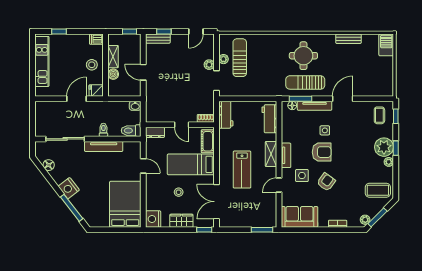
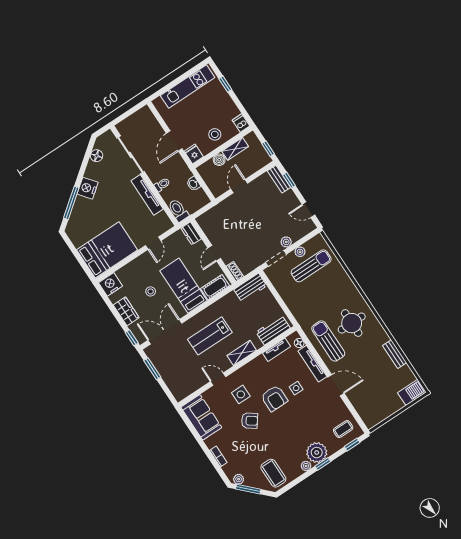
door: (76, 99) -> (174, 141), swing flipped
window: (301, 99) -> (310, 347), removed
washbasin: (135, 106) -> (193, 184), moved
tv unit: (286, 155) -> (276, 350), moved
window: (262, 230) -> (152, 369), moved

